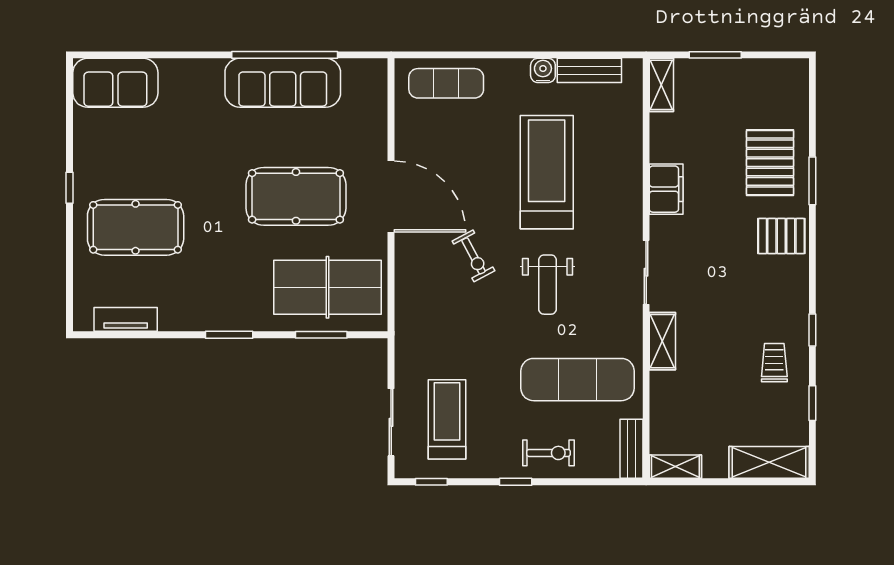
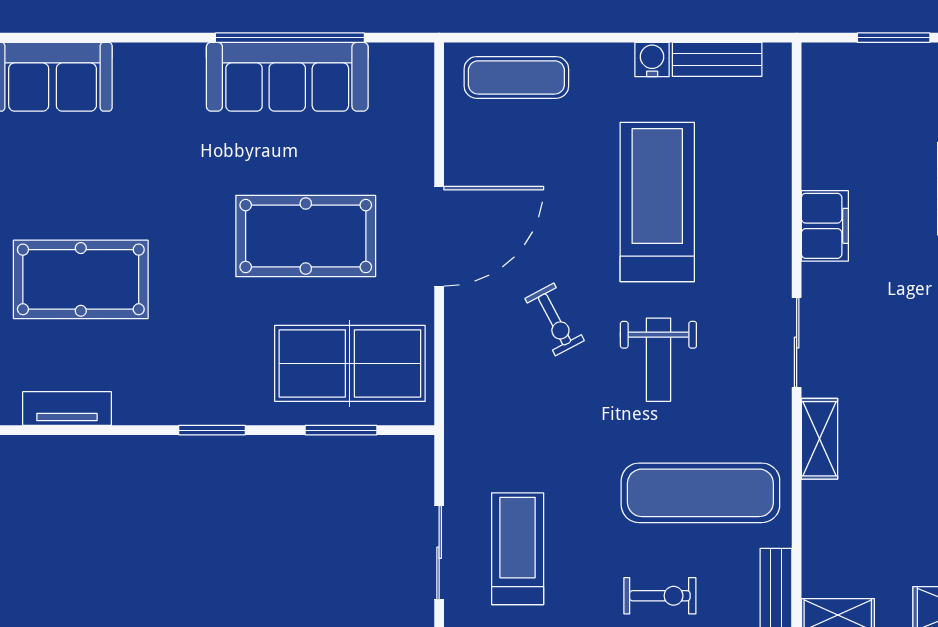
shelving: (661, 85) -> (818, 80), removed
door: (391, 196) -> (439, 236), hinge flipped

